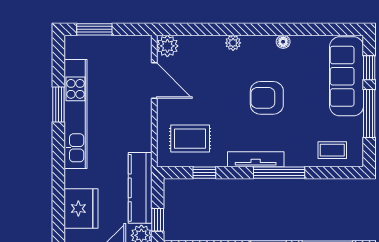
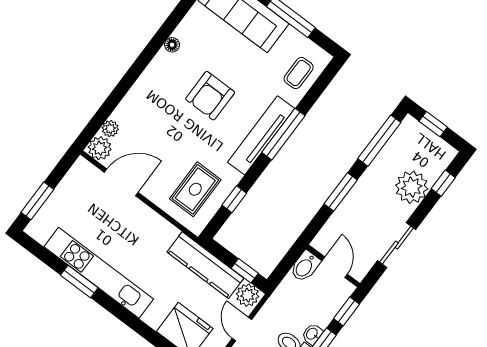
plant: (233, 43) -> (110, 129), moved
tv unit: (256, 159) -> (261, 135), width x1.36, depth x1.29

